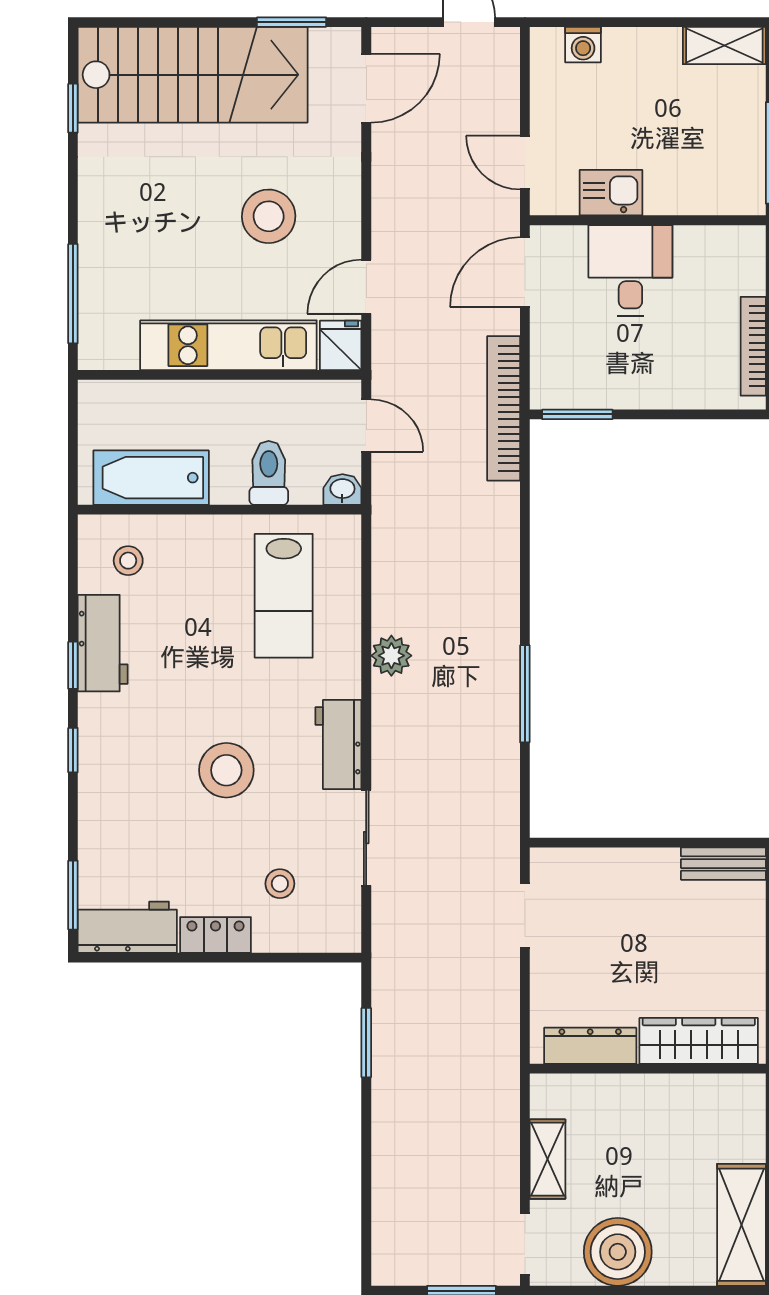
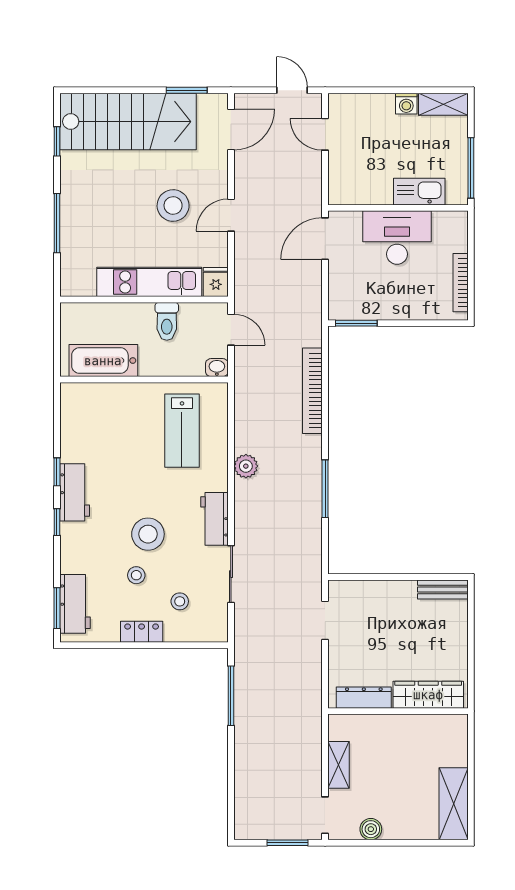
washing machine: (583, 45) -> (406, 104), moved
door: (525, 163) -> (325, 134), moved
kitchen sink: (611, 193) -> (419, 192), moved, width x1.38
desk: (630, 270) -> (397, 238), width x1.37
door: (366, 287) -> (231, 215), moved
window: (73, 294) -> (57, 223), moved
bookcase: (504, 408) -> (312, 391), moved
toilet: (269, 473) -> (167, 321), moved, turned 180
stool: (128, 561) -> (136, 575), moved
workbench: (103, 643) -> (75, 492), moved
workbench: (127, 927) -> (75, 604), moved, turned 90
window: (366, 1043) -> (231, 696), width x1.44
boiler: (618, 1252) -> (371, 829), width x0.54, depth x0.54

